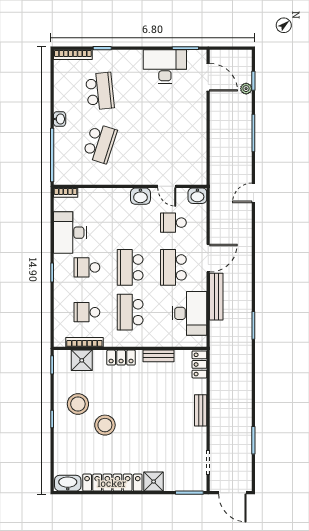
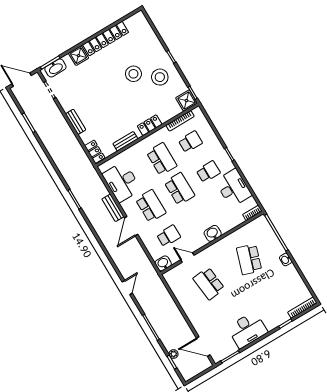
desk: (165, 67) -> (247, 330), moved
school desk: (100, 91) -> (209, 284), moved
washbasin: (140, 196) -> (213, 233), moved
bench: (216, 297) -> (113, 208), width x0.73
shower: (82, 360) -> (187, 101), moved
washbasin: (68, 483) -> (55, 68), moved

